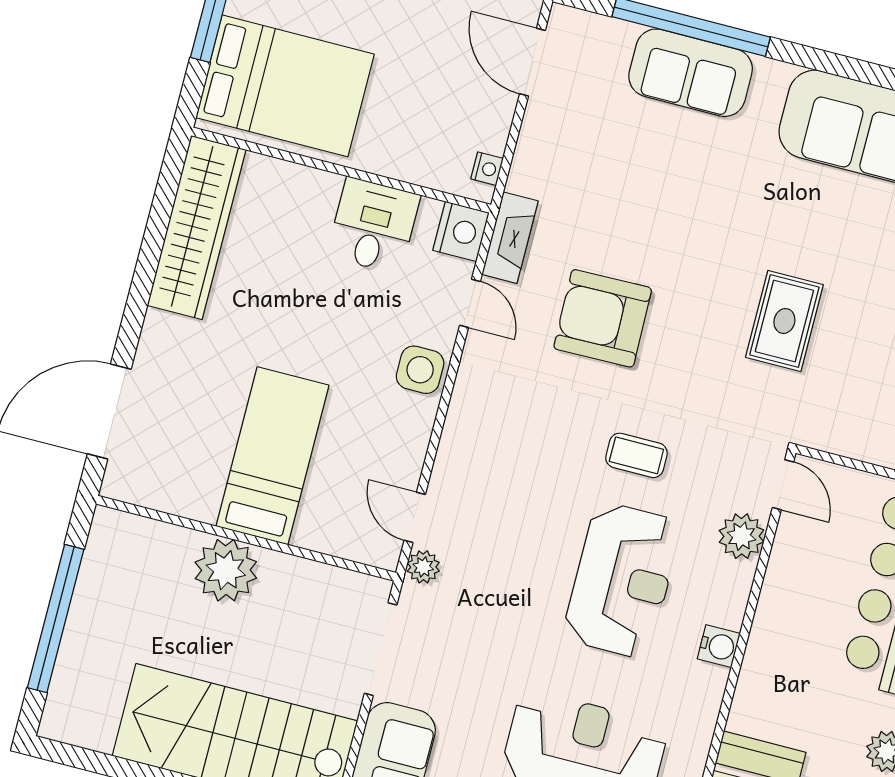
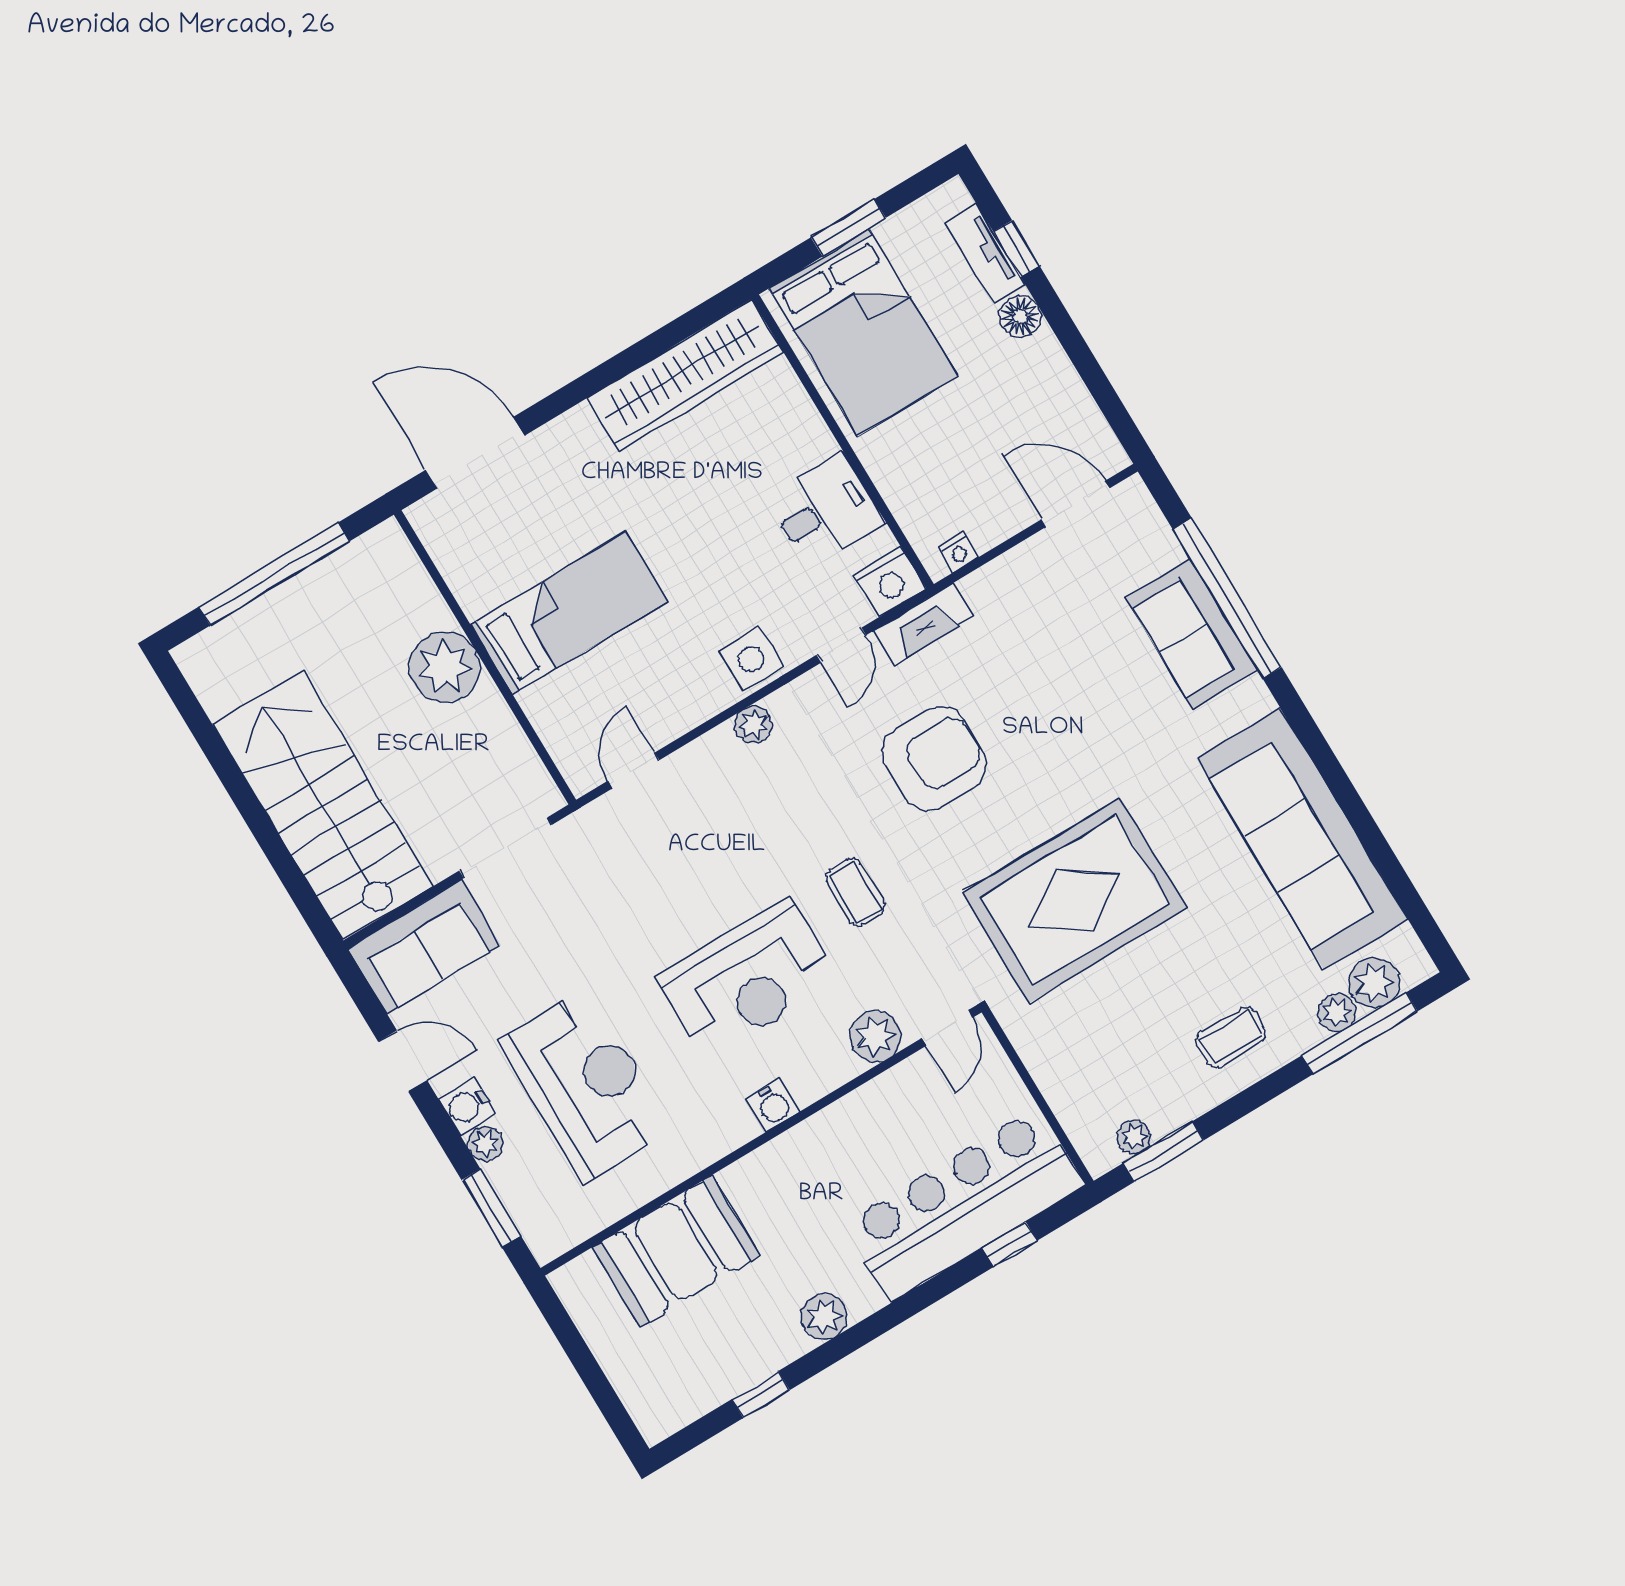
door: (532, 62) -> (1076, 504), hinge flipped
armchair: (603, 318) -> (934, 759), turned 91
rug: (784, 321) -> (1074, 901), width x1.86, depth x2.06
plant: (423, 567) -> (753, 725), moved

